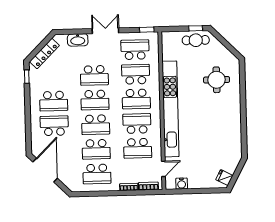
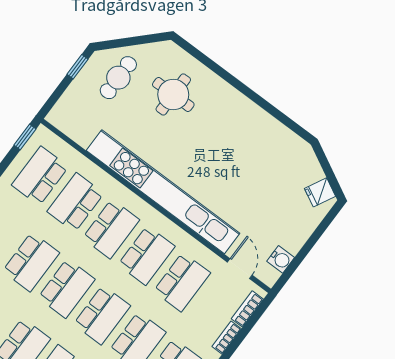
cafe table: (196, 40) -> (118, 78), moved
school desk: (137, 124) -> (146, 255), turned 180

